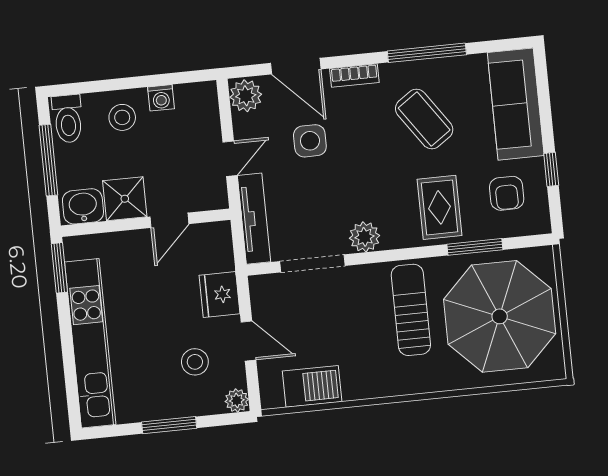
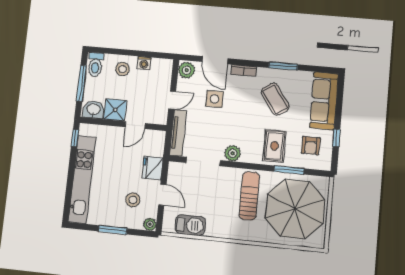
window: (427, 53) -> (283, 66), width x0.69
window: (59, 268) -> (75, 138), width x0.67

